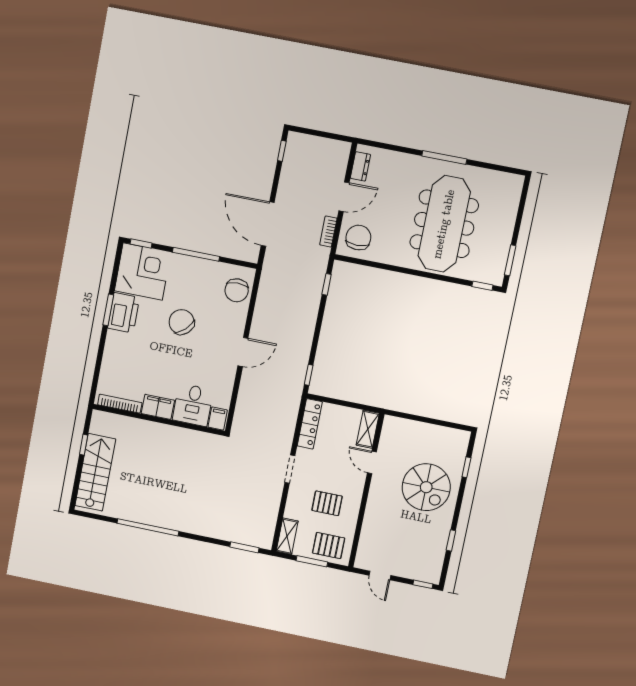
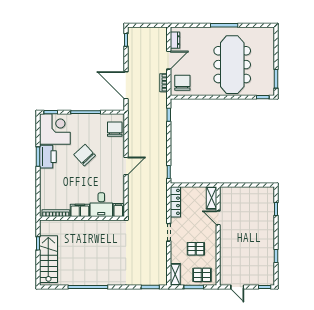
chair: (237, 290) -> (115, 129), turned 180
spiral stairs: (426, 487) -> (254, 226), removed

